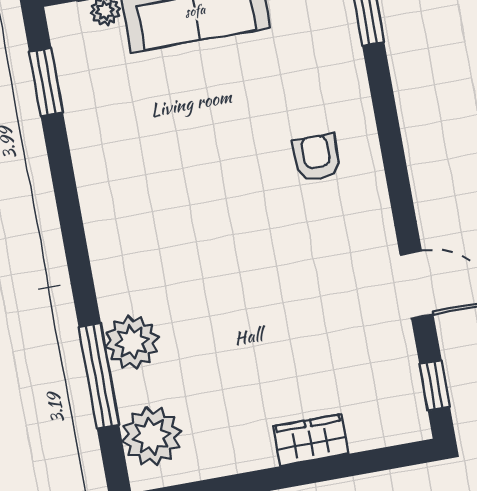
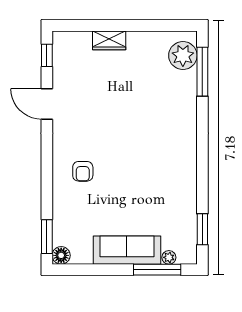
plant: (132, 342) -> (184, 101), removed
window: (99, 376) -> (202, 72), moved

